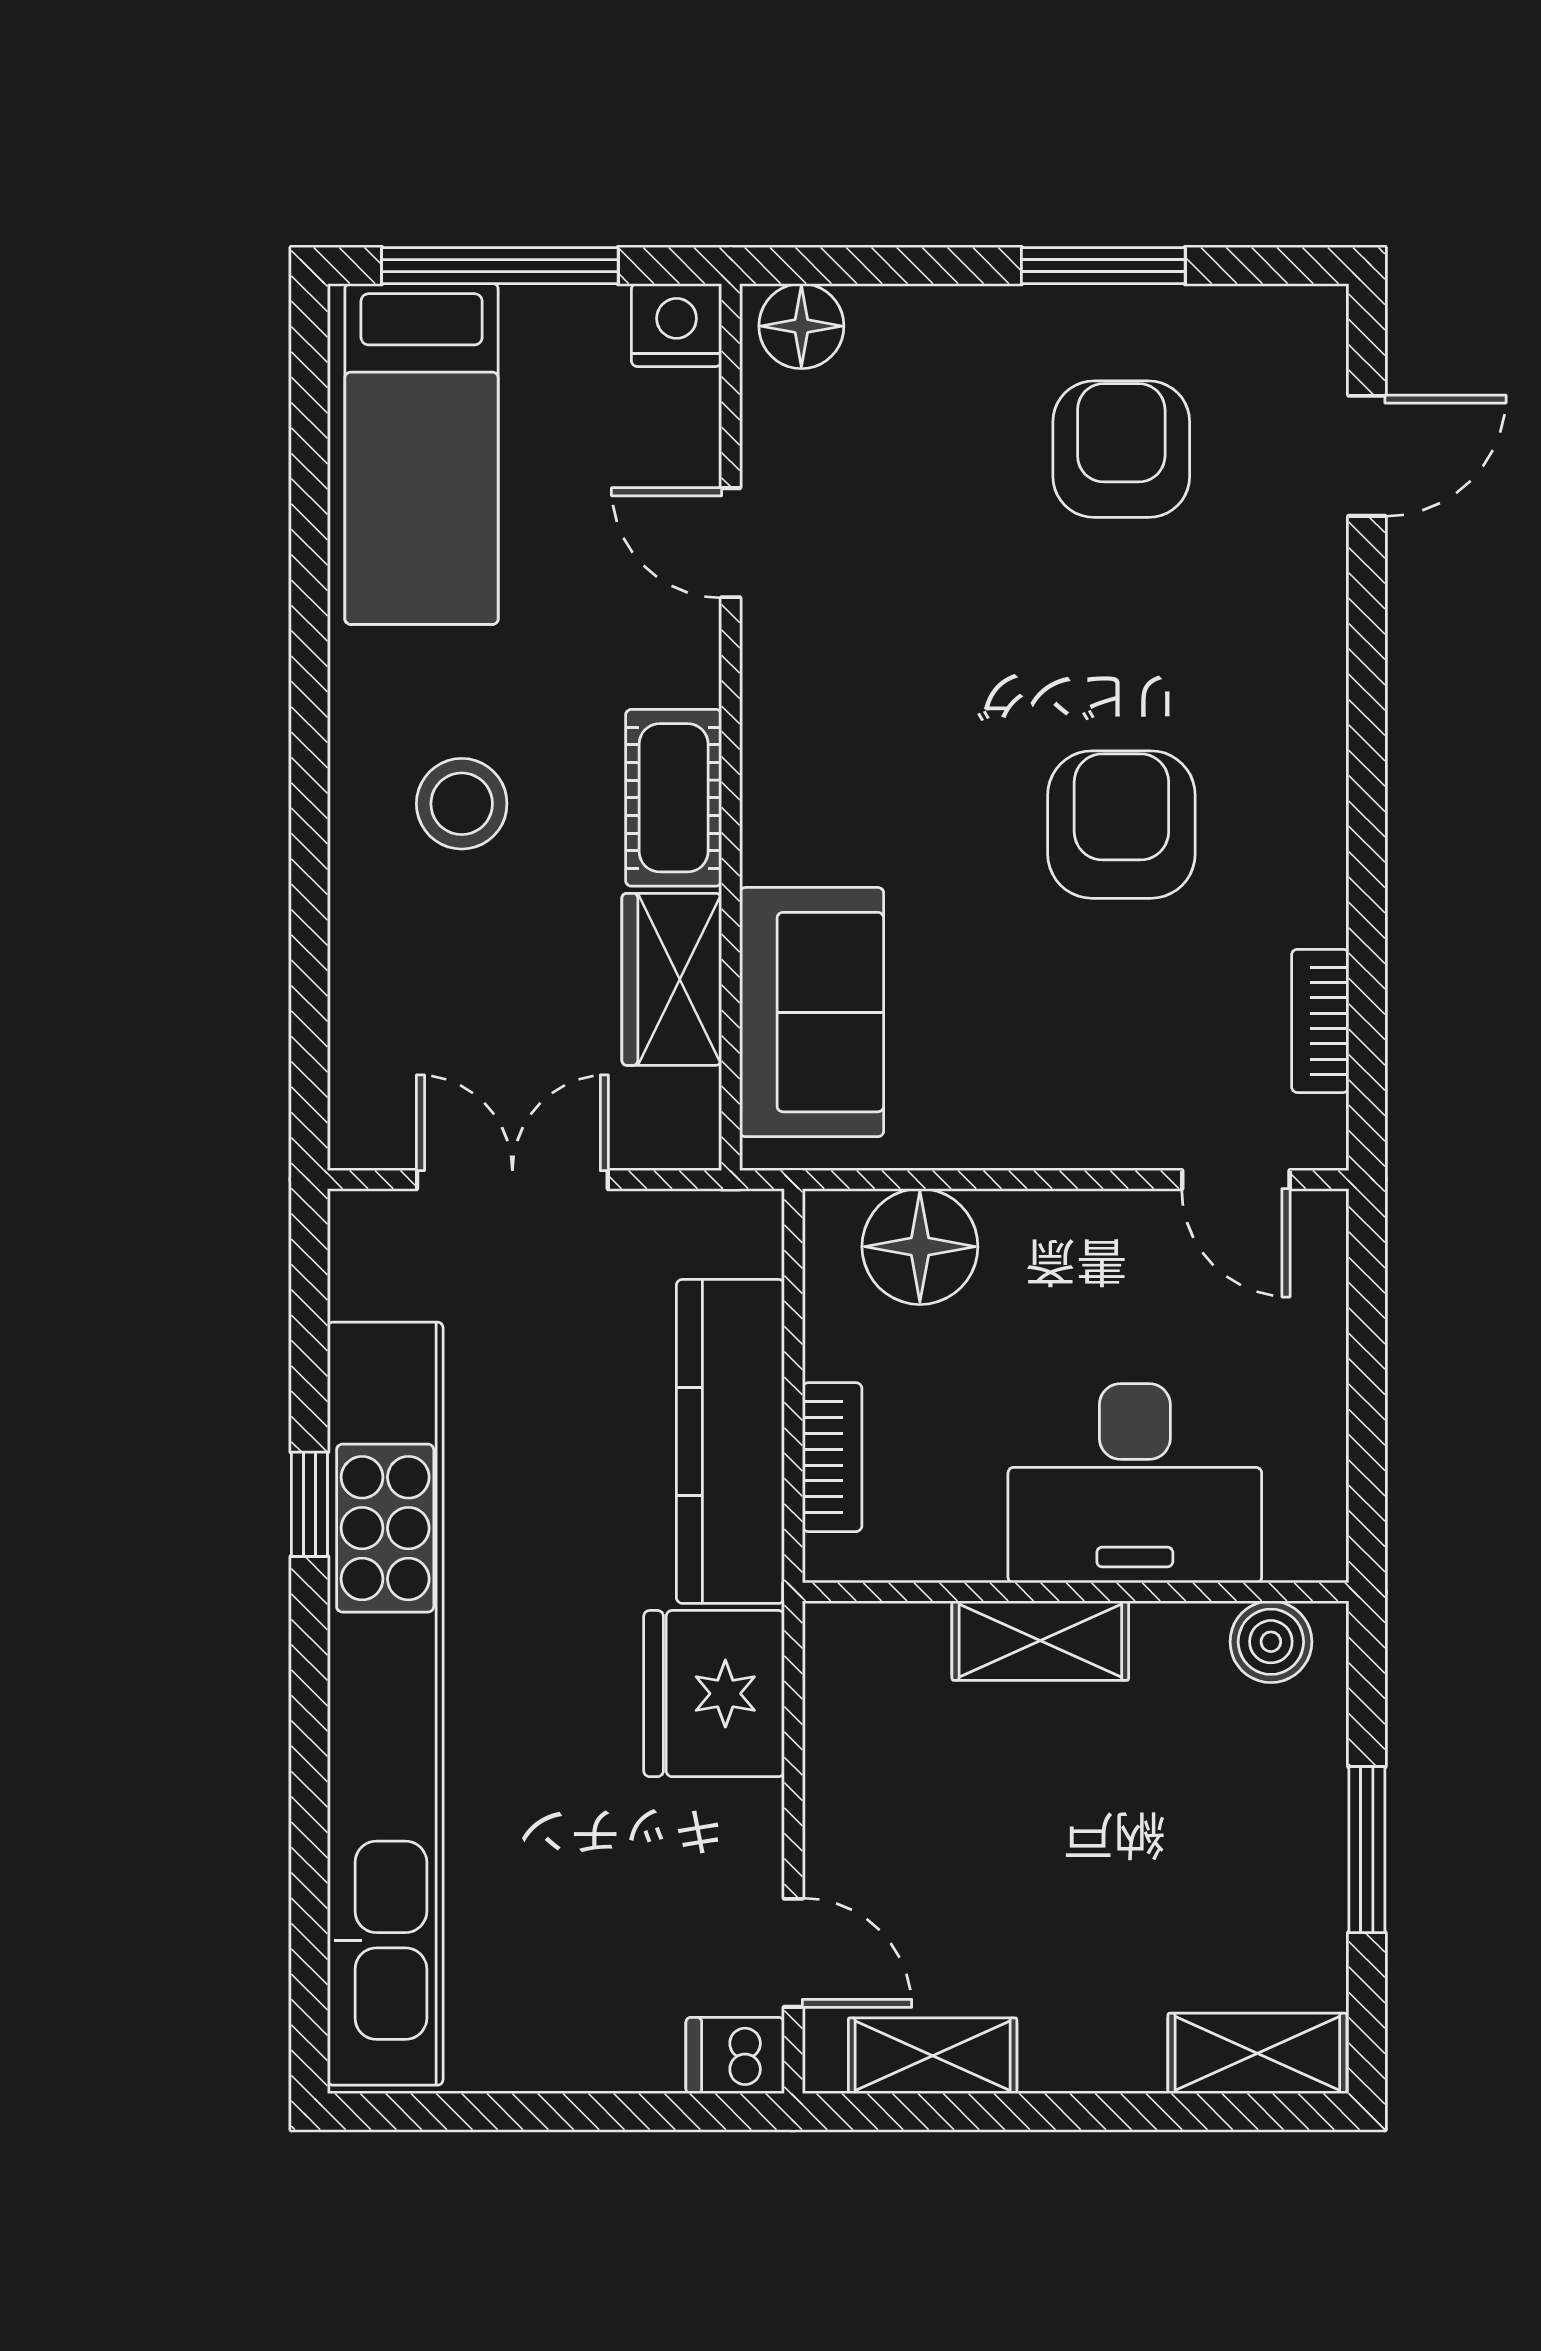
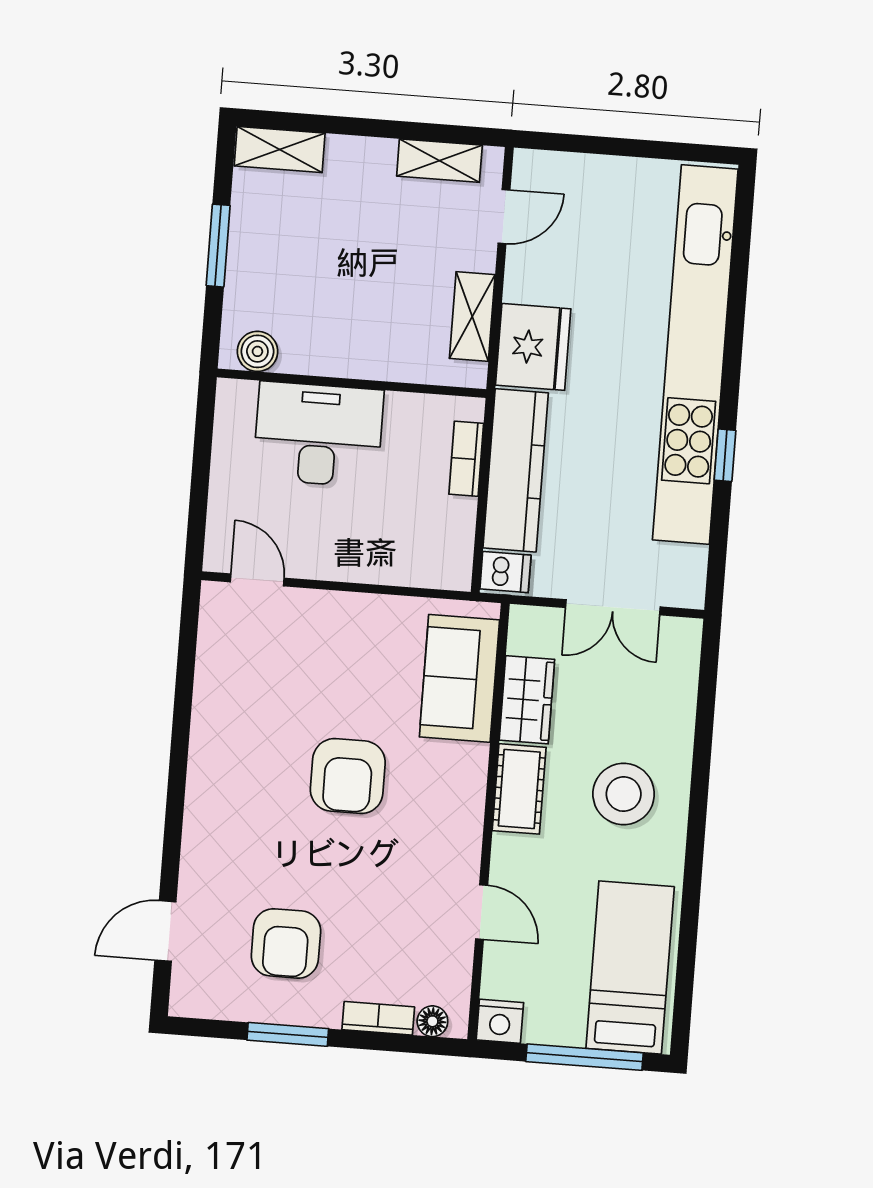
floor lamp: (801, 326) -> (432, 1021), width x0.73, depth x0.73
stool: (462, 804) -> (624, 794), width x1.38, depth x1.38
armchair: (1121, 825) -> (348, 776), moved
bookcase: (1320, 1021) -> (378, 1018), moved, turned -90
floor lamp: (920, 1247) -> (415, 559), removed
shelving: (1040, 1641) -> (472, 316), moved, turned 90
door: (793, 1953) -> (504, 217), swing flipped
dishwasher: (735, 2056) -> (505, 572), moved

